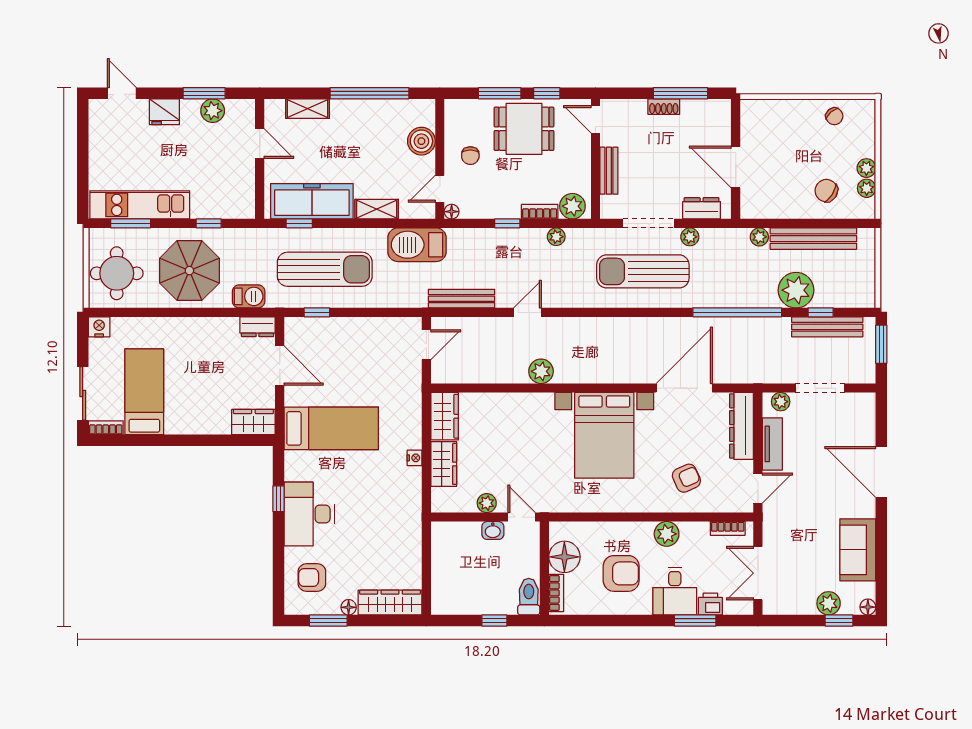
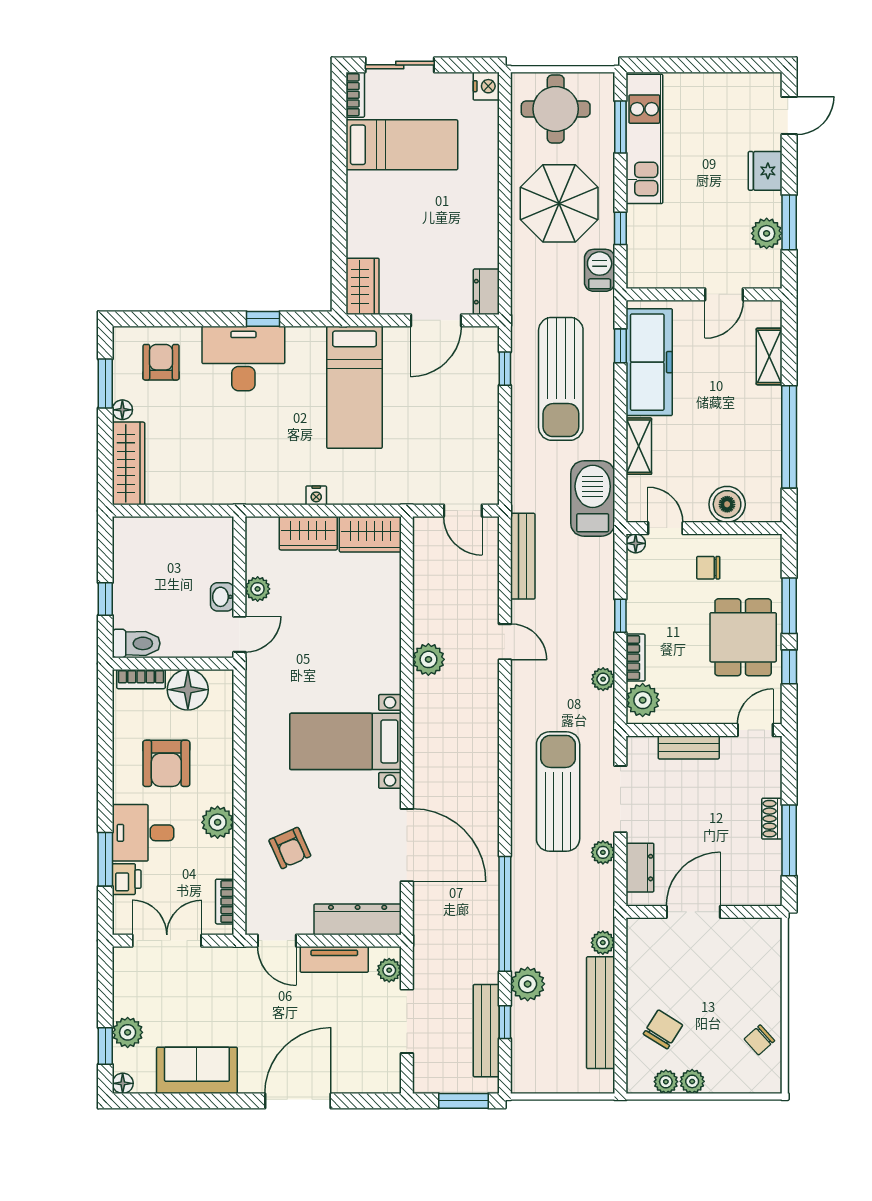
plant: (796, 290) -> (528, 984), width x0.73, depth x0.73
barbecue: (249, 296) -> (600, 270), moved, turned 180
bed with nightstands: (604, 435) -> (345, 741), width x0.73

